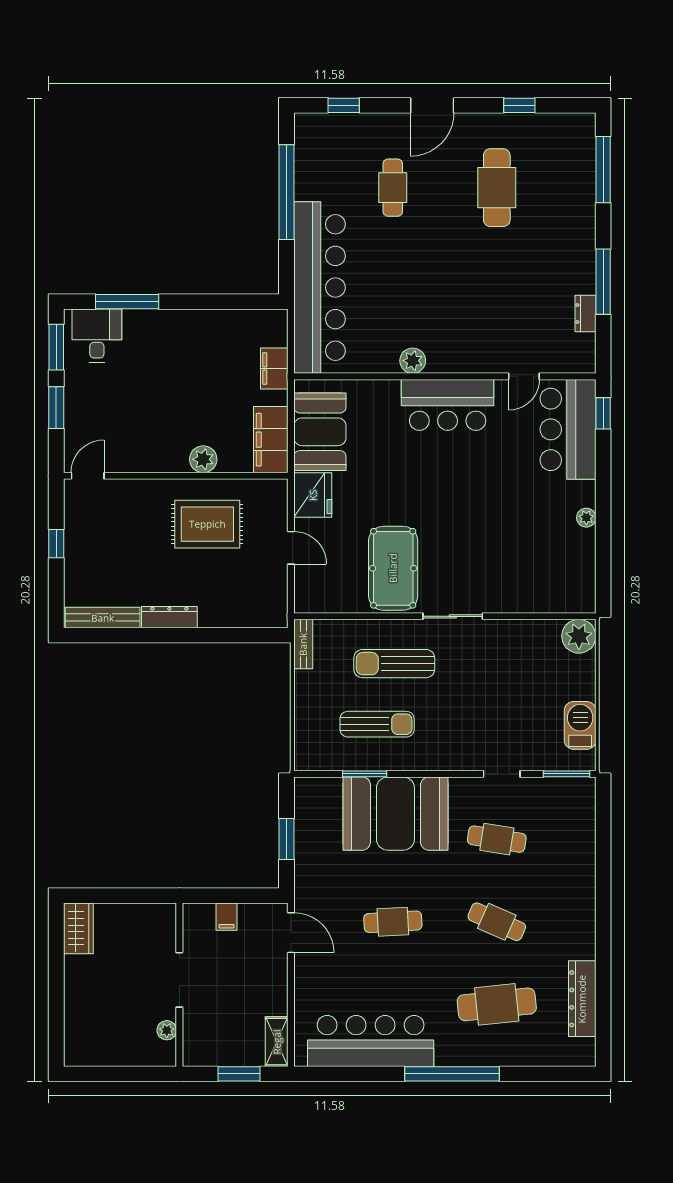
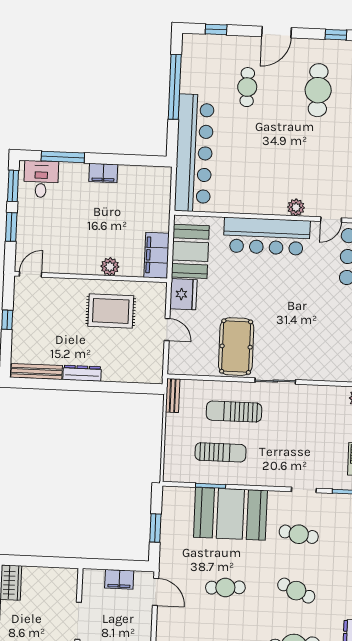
plant: (413, 361) -> (296, 207), moved
filing cabinet: (274, 368) -> (103, 173), moved, turned -90
bar counter: (448, 405) -> (267, 236), width x1.36
filing cabinet: (227, 917) -> (119, 579), width x2.00

